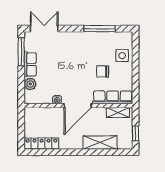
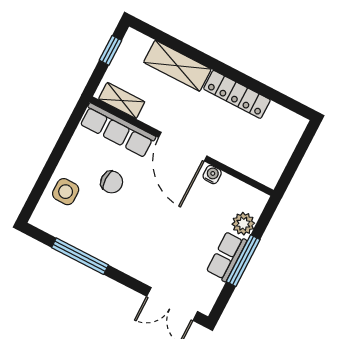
window: (21, 52) -> (243, 261), moved
door: (78, 106) -> (183, 147), swing flipped
locker: (41, 144) -> (237, 94), moved

